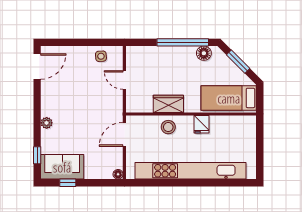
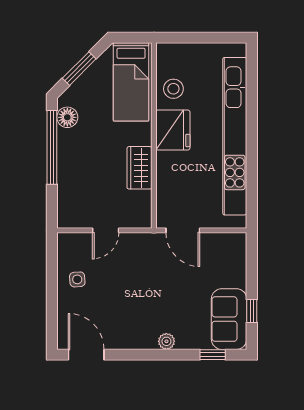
side table: (101, 56) -> (77, 279), moved
fridge: (202, 124) -> (173, 130), width x1.88, depth x1.34
stool: (168, 127) -> (173, 89), moved
floor lamp: (118, 174) -> (240, 239), removed

